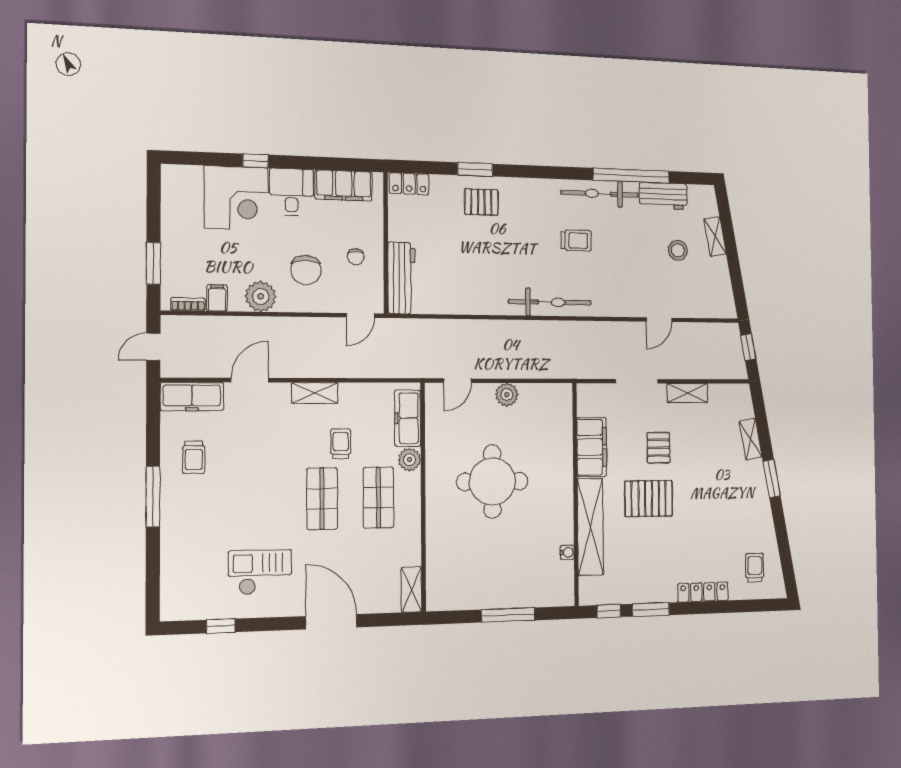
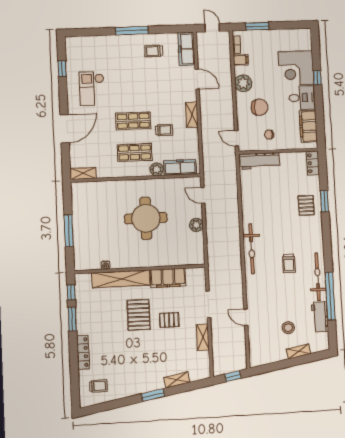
chair: (306, 270) -> (260, 107), turned 180
checkout: (260, 572) -> (92, 89), turned 180

